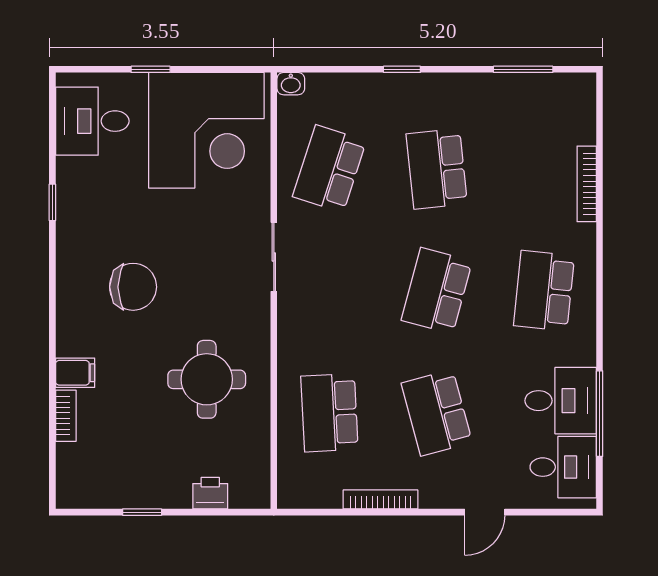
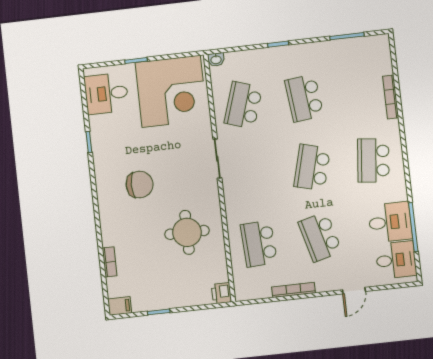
filing cabinet: (75, 373) -> (120, 306), moved
printer: (210, 493) -> (221, 293), moved, turned -90

